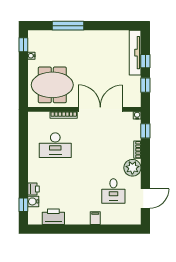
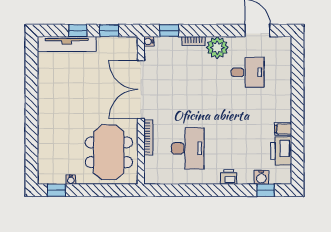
window: (68, 26) -> (31, 132), removed
printer: (33, 189) -> (229, 177), moved
filing cabinet: (95, 218) -> (283, 129), moved

